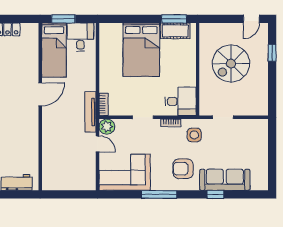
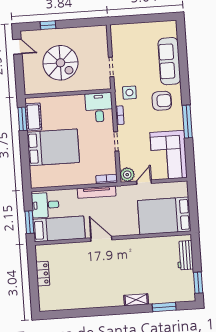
tv unit: (90, 112) -> (97, 192), moved
bed: (60, 163) -> (164, 216), added
armchair: (183, 169) -> (162, 101), turned -90
window: (215, 194) -> (184, 69), removed

